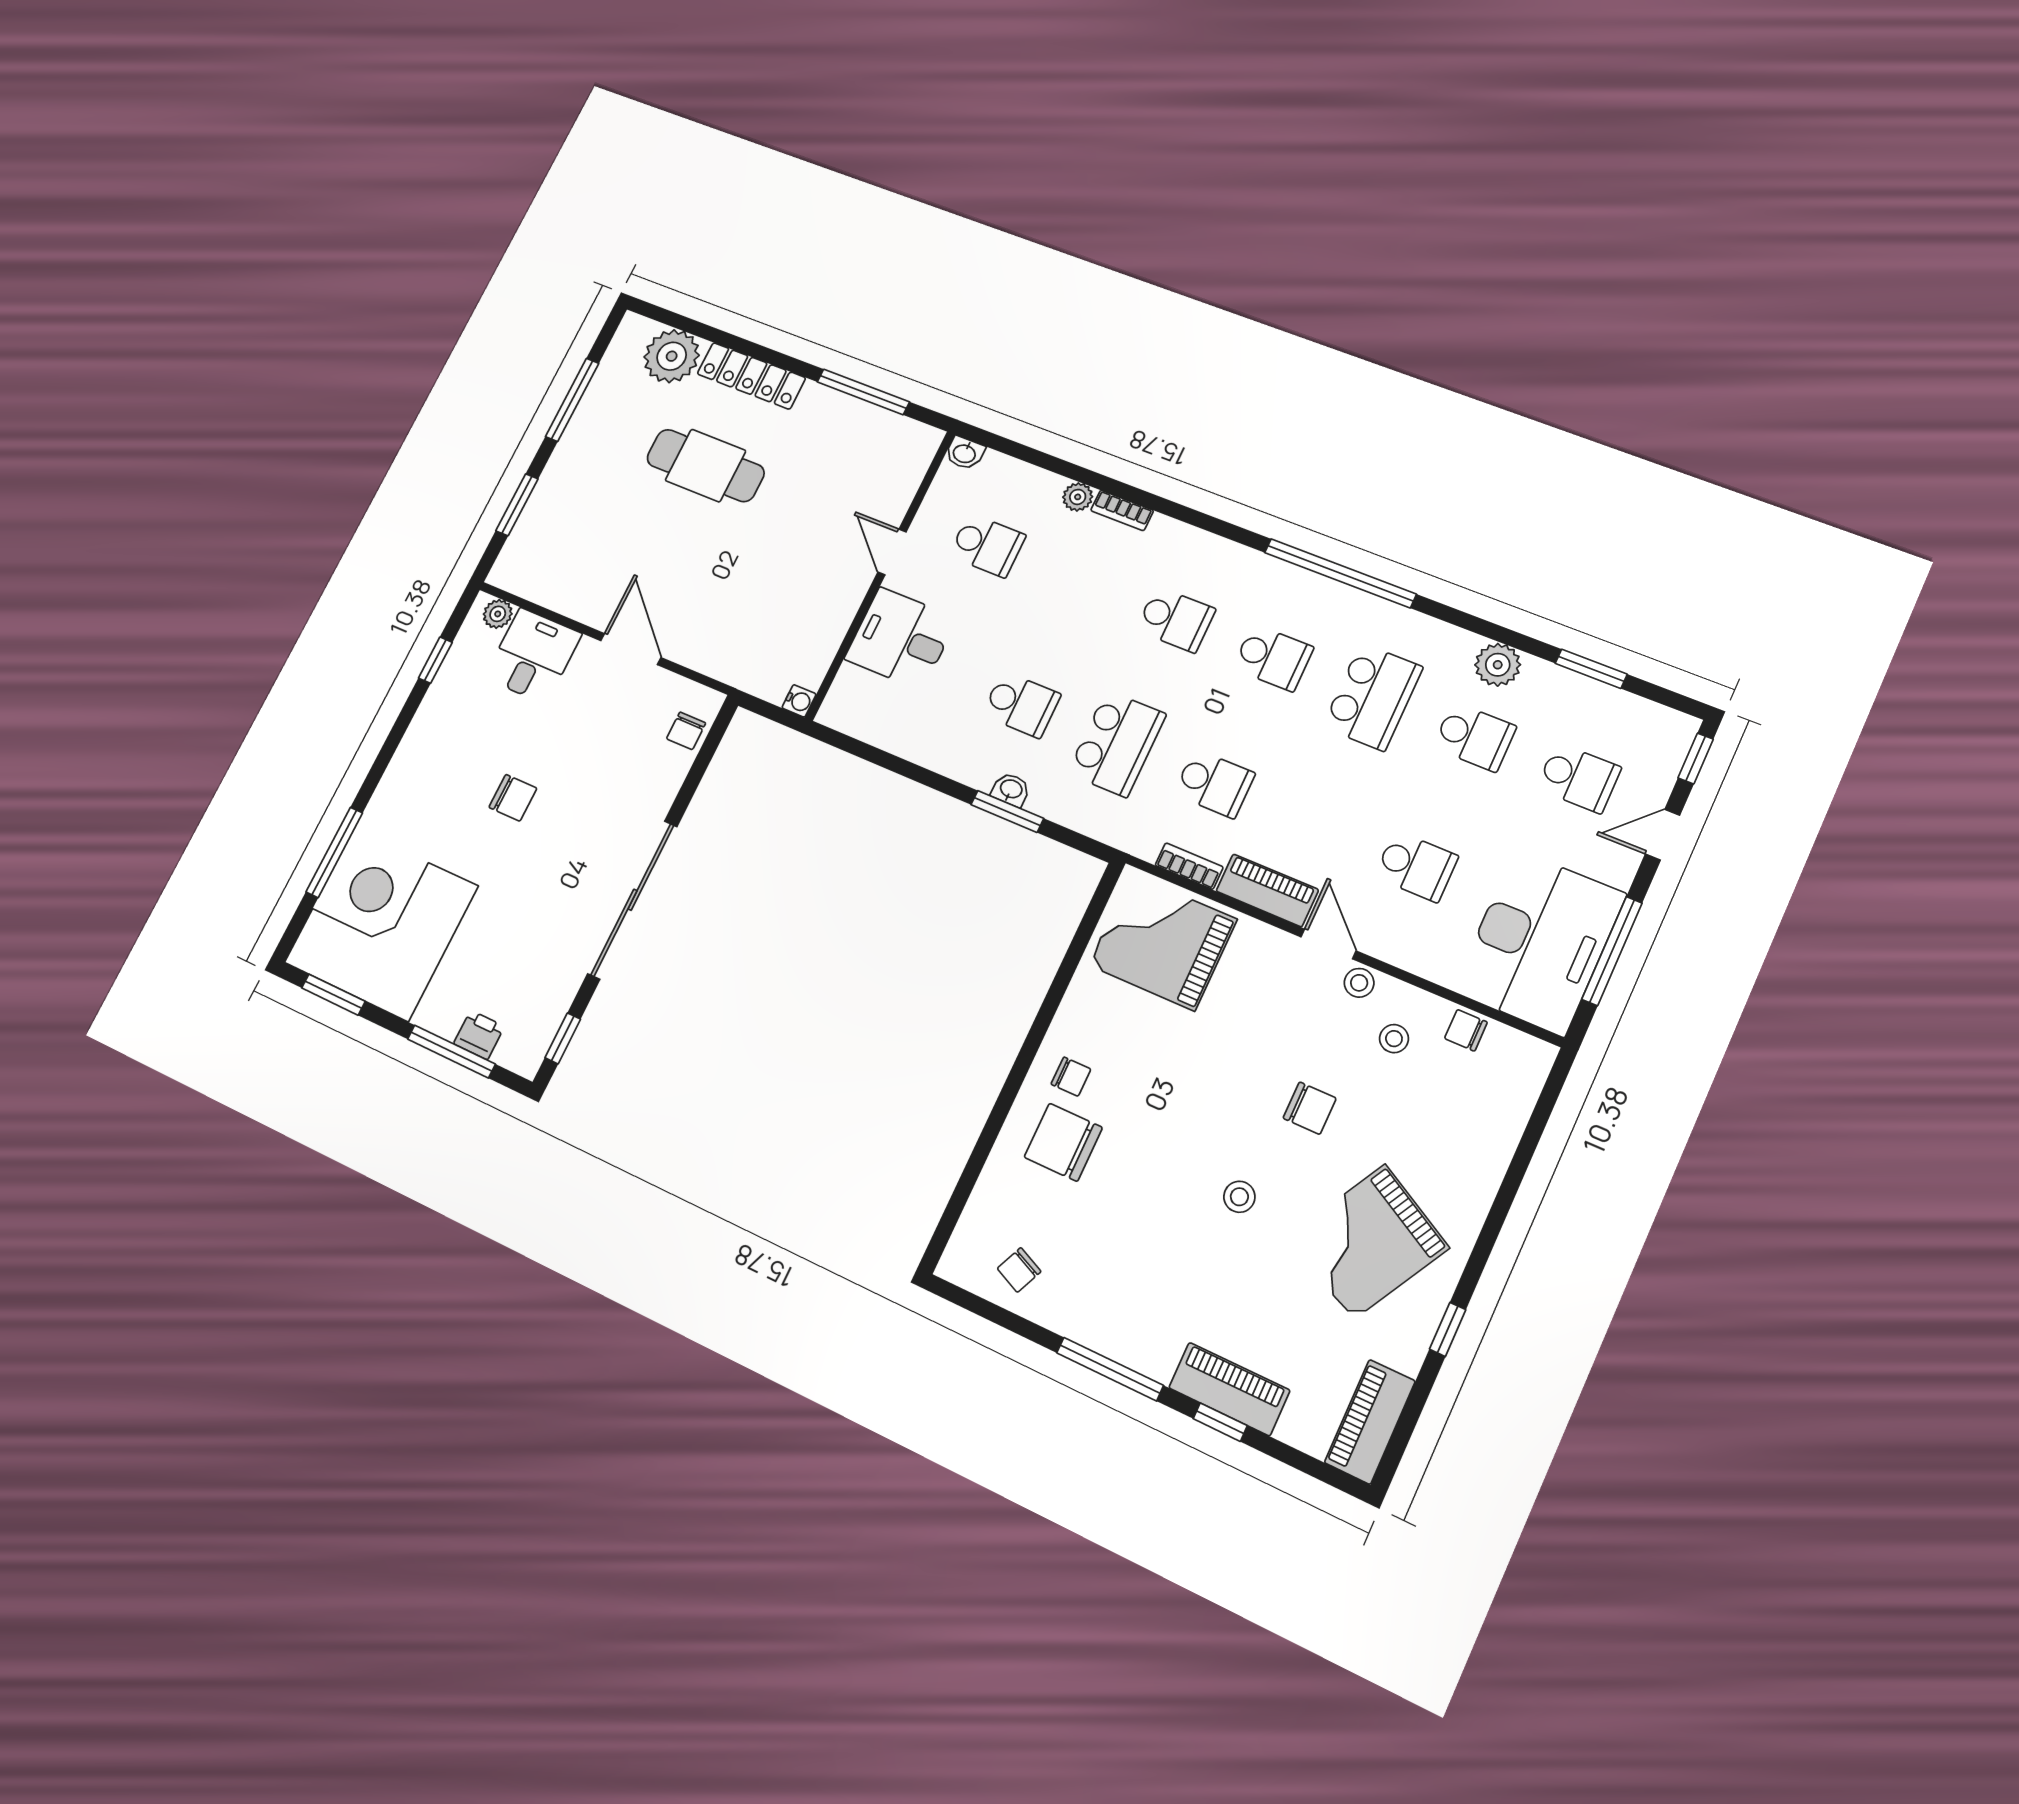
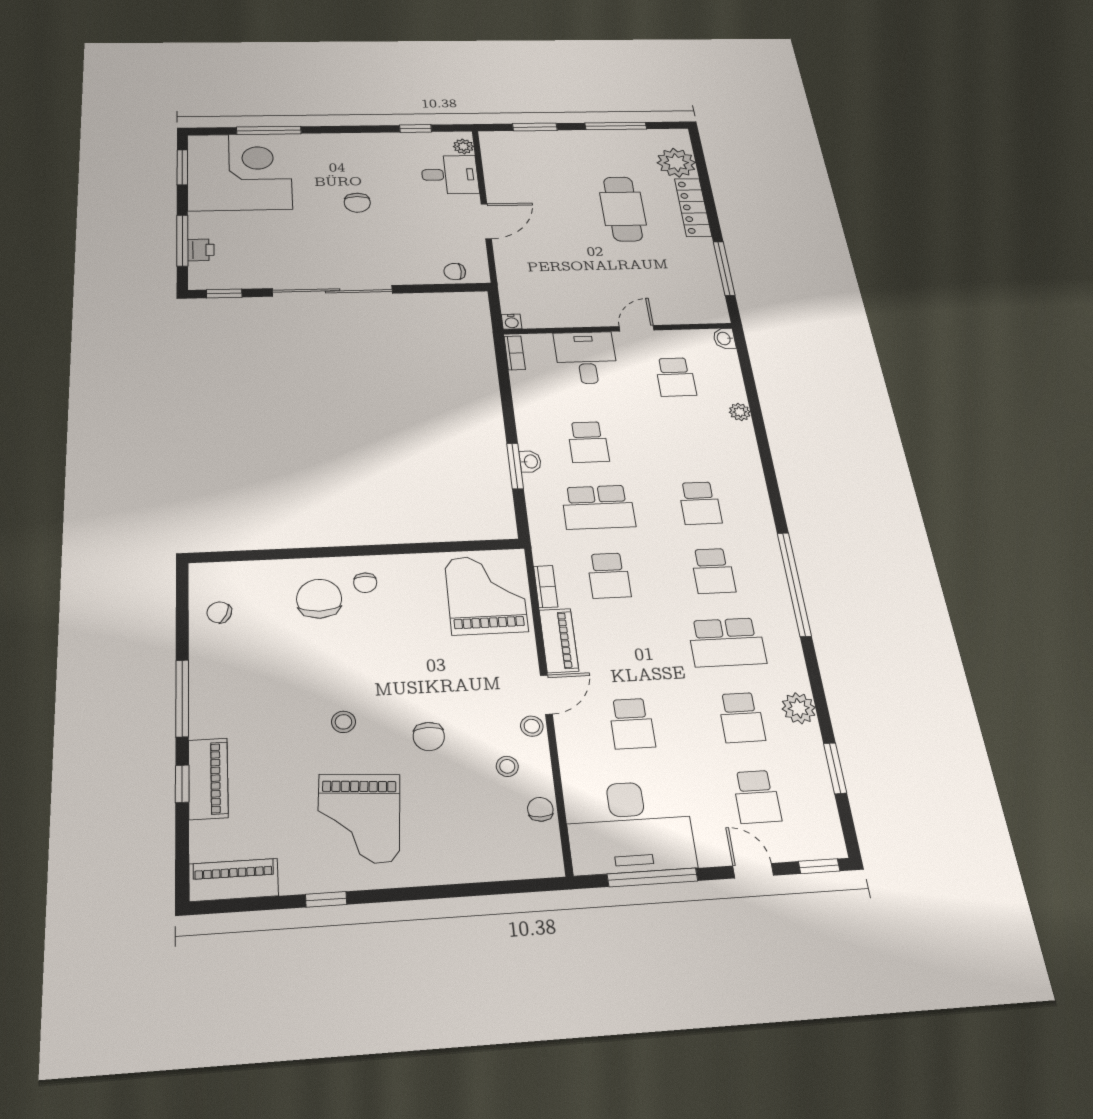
bookcase: (1122, 510) -> (515, 353), moved, turned 180
grand piano: (1369, 1242) -> (359, 818), turned -115

